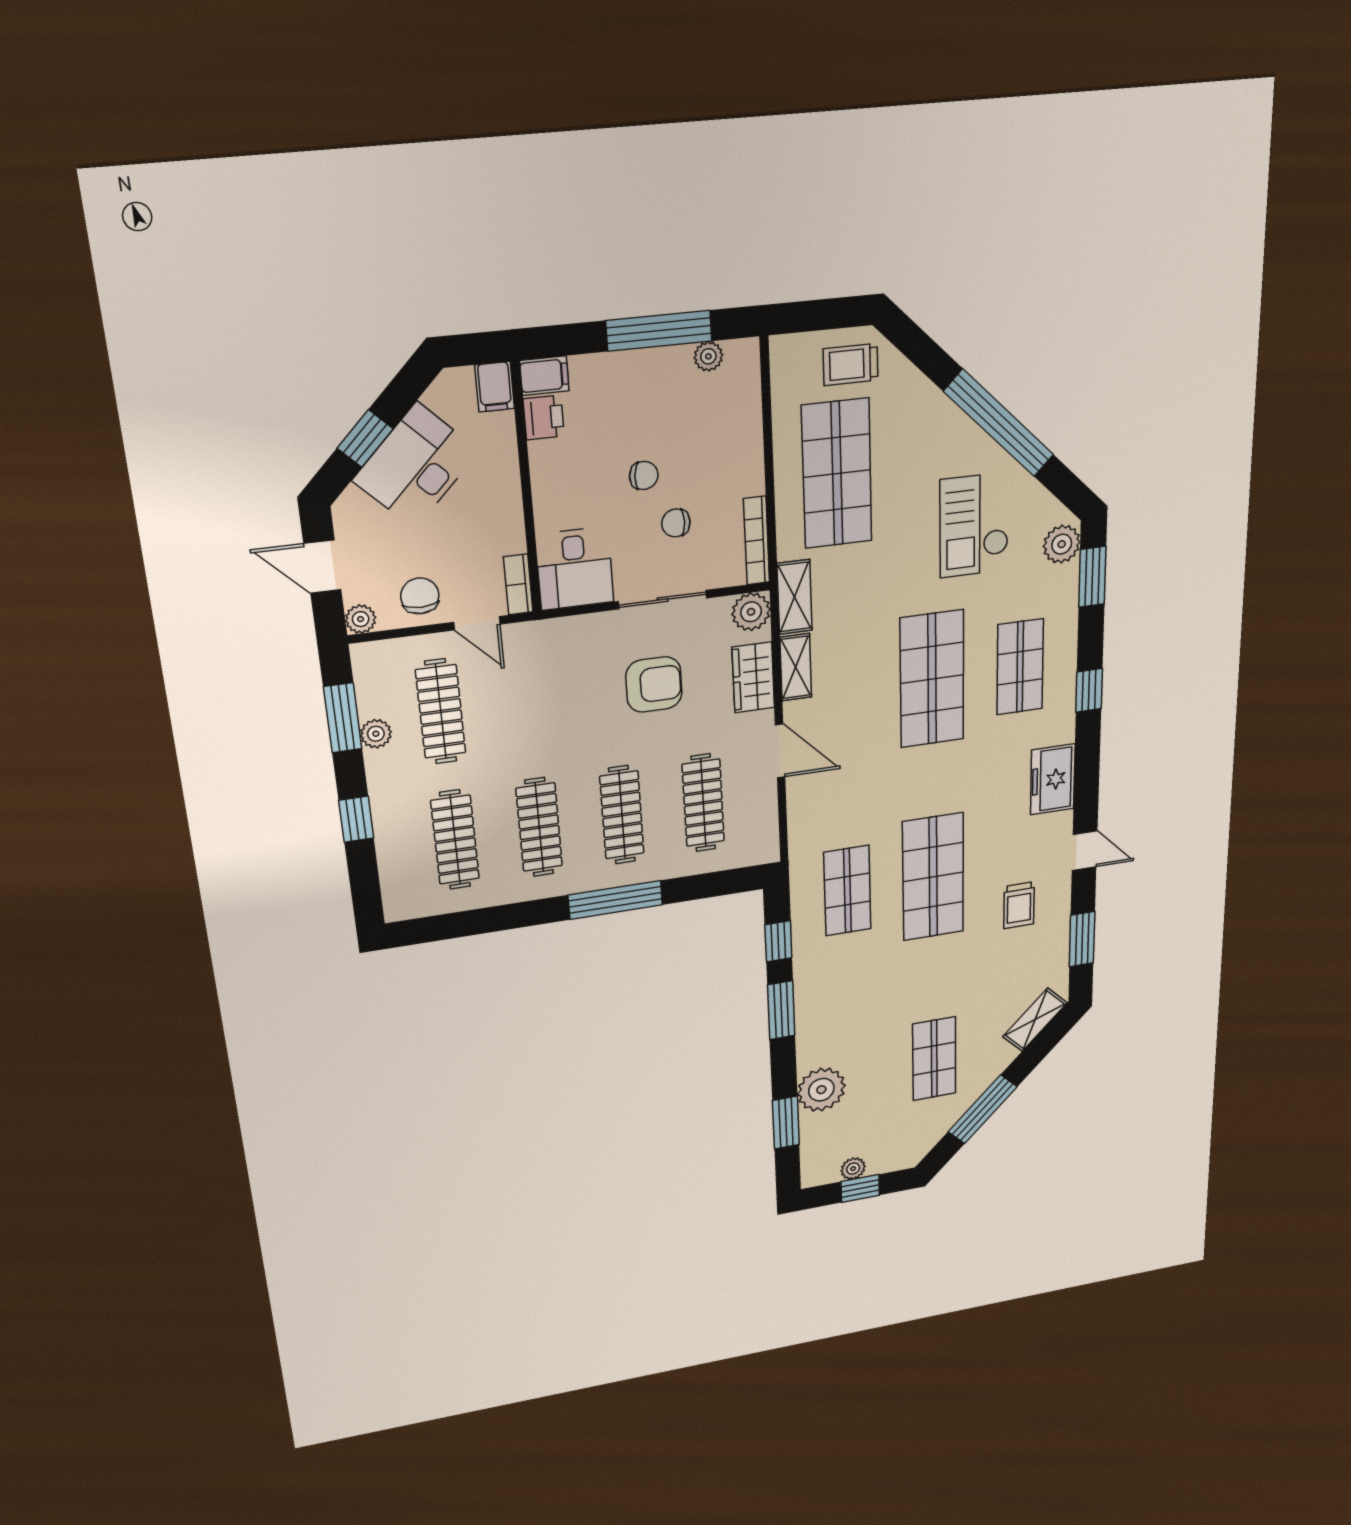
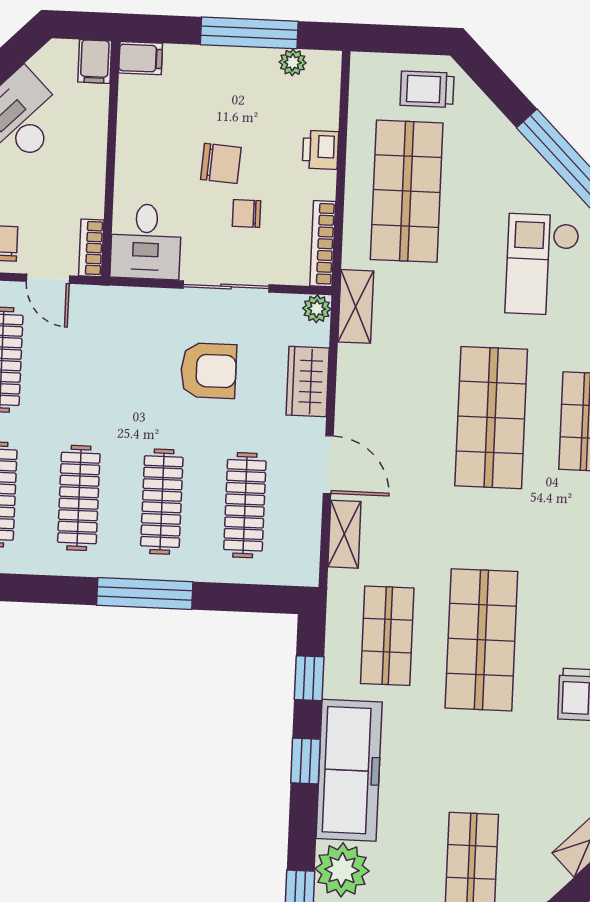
printer: (544, 418) -> (320, 150), moved, turned 180
chair: (644, 475) -> (221, 163), width x1.37, depth x1.37
plant: (751, 612) -> (317, 309), width x0.73, depth x0.73
shelving: (796, 667) -> (344, 534), moved
freezer: (821, 1009) -> (349, 770), added
window: (781, 1010) -> (305, 761), width x0.67

